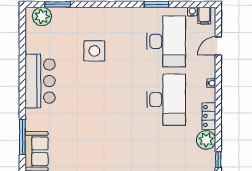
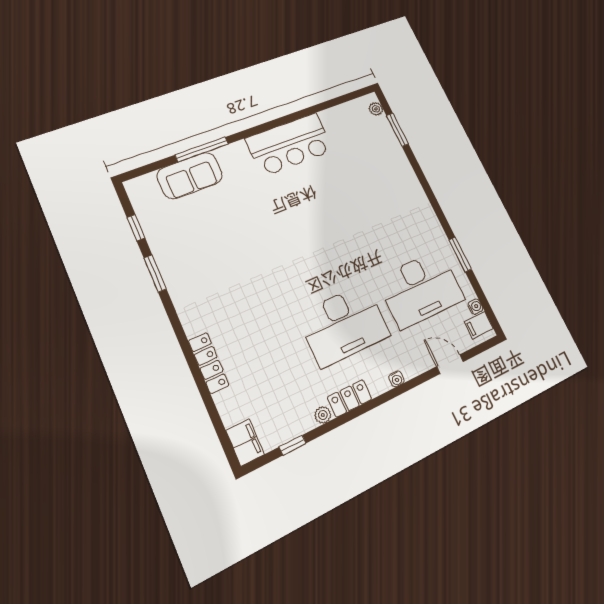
plant: (42, 16) -> (376, 109), width x0.53, depth x0.53
side table: (94, 51) -> (362, 199), removed
plant: (206, 140) -> (323, 415), width x0.53, depth x0.53

